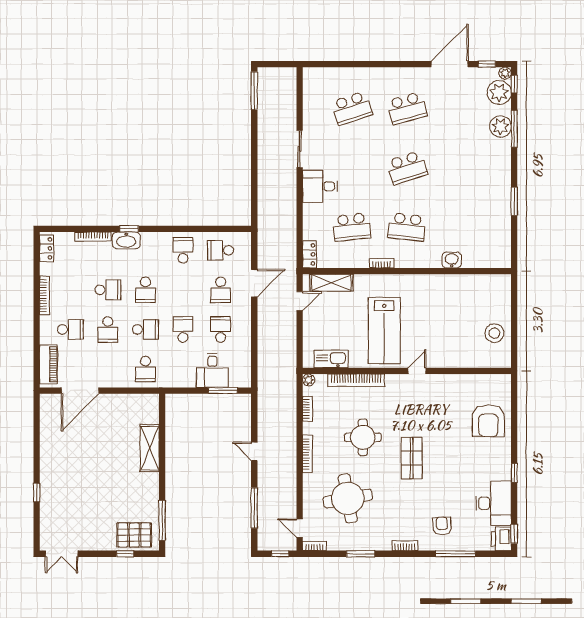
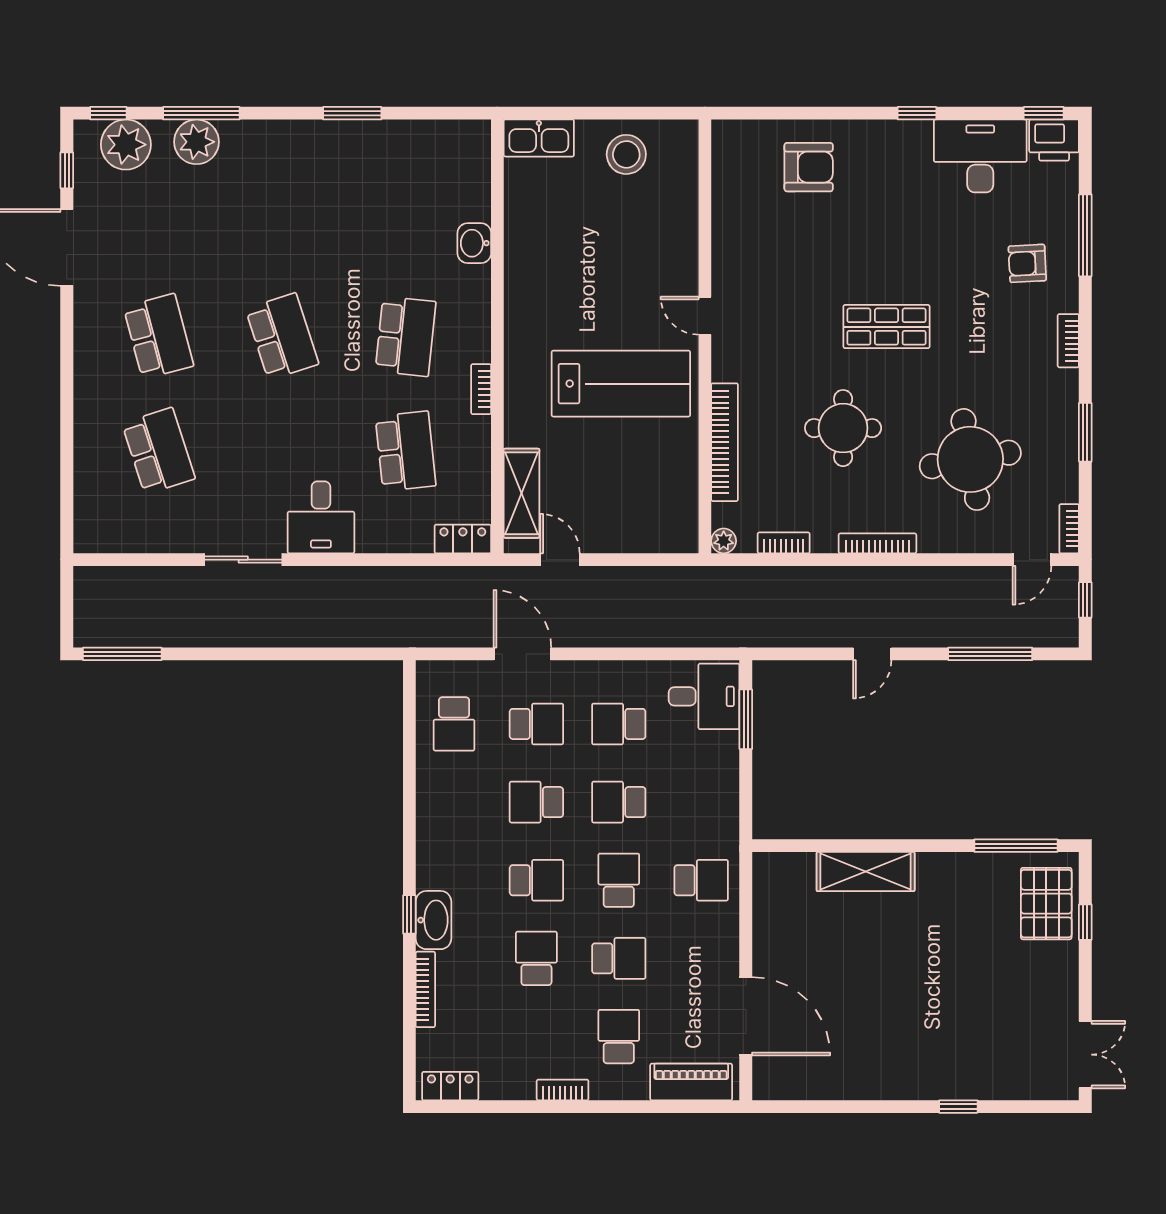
plant: (505, 73) -> (86, 132), removed
school desk: (183, 250) -> (536, 802), moved
bookcase: (45, 295) -> (563, 1090), width x0.64
kitchen sink: (331, 359) -> (539, 138), moved, turned -90
desk: (212, 370) -> (704, 696), moved
armchair: (488, 421) -> (809, 167), width x0.73, depth x0.73

